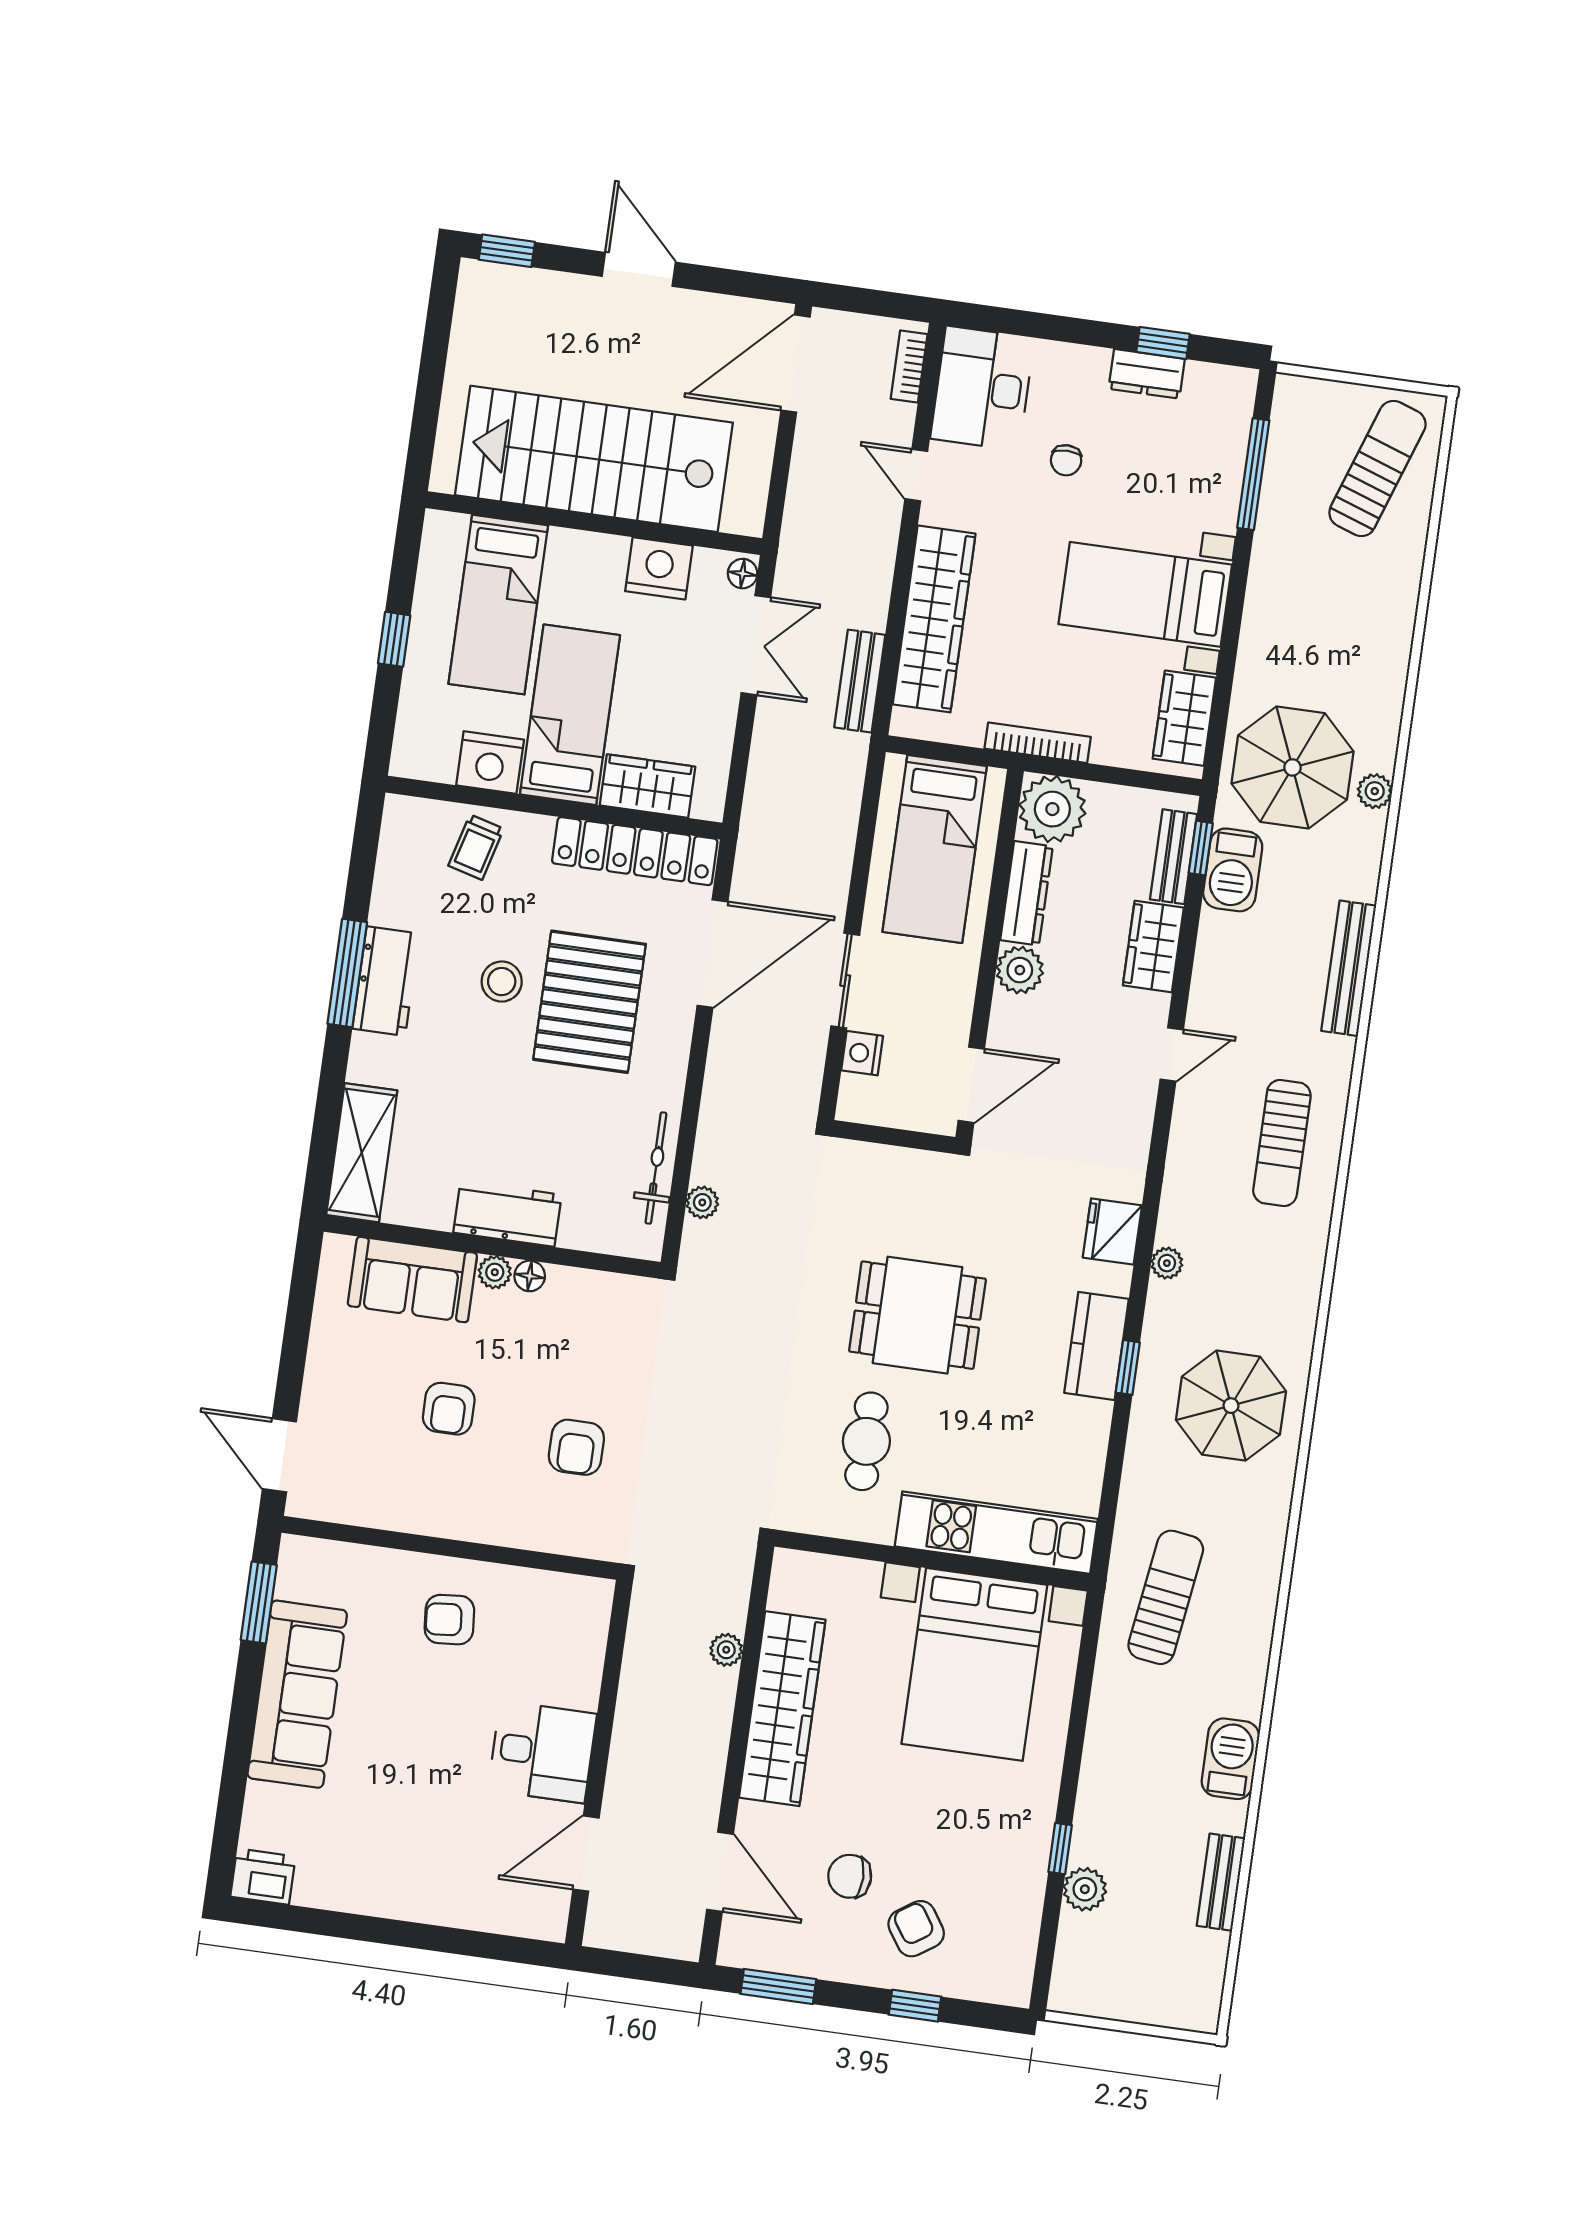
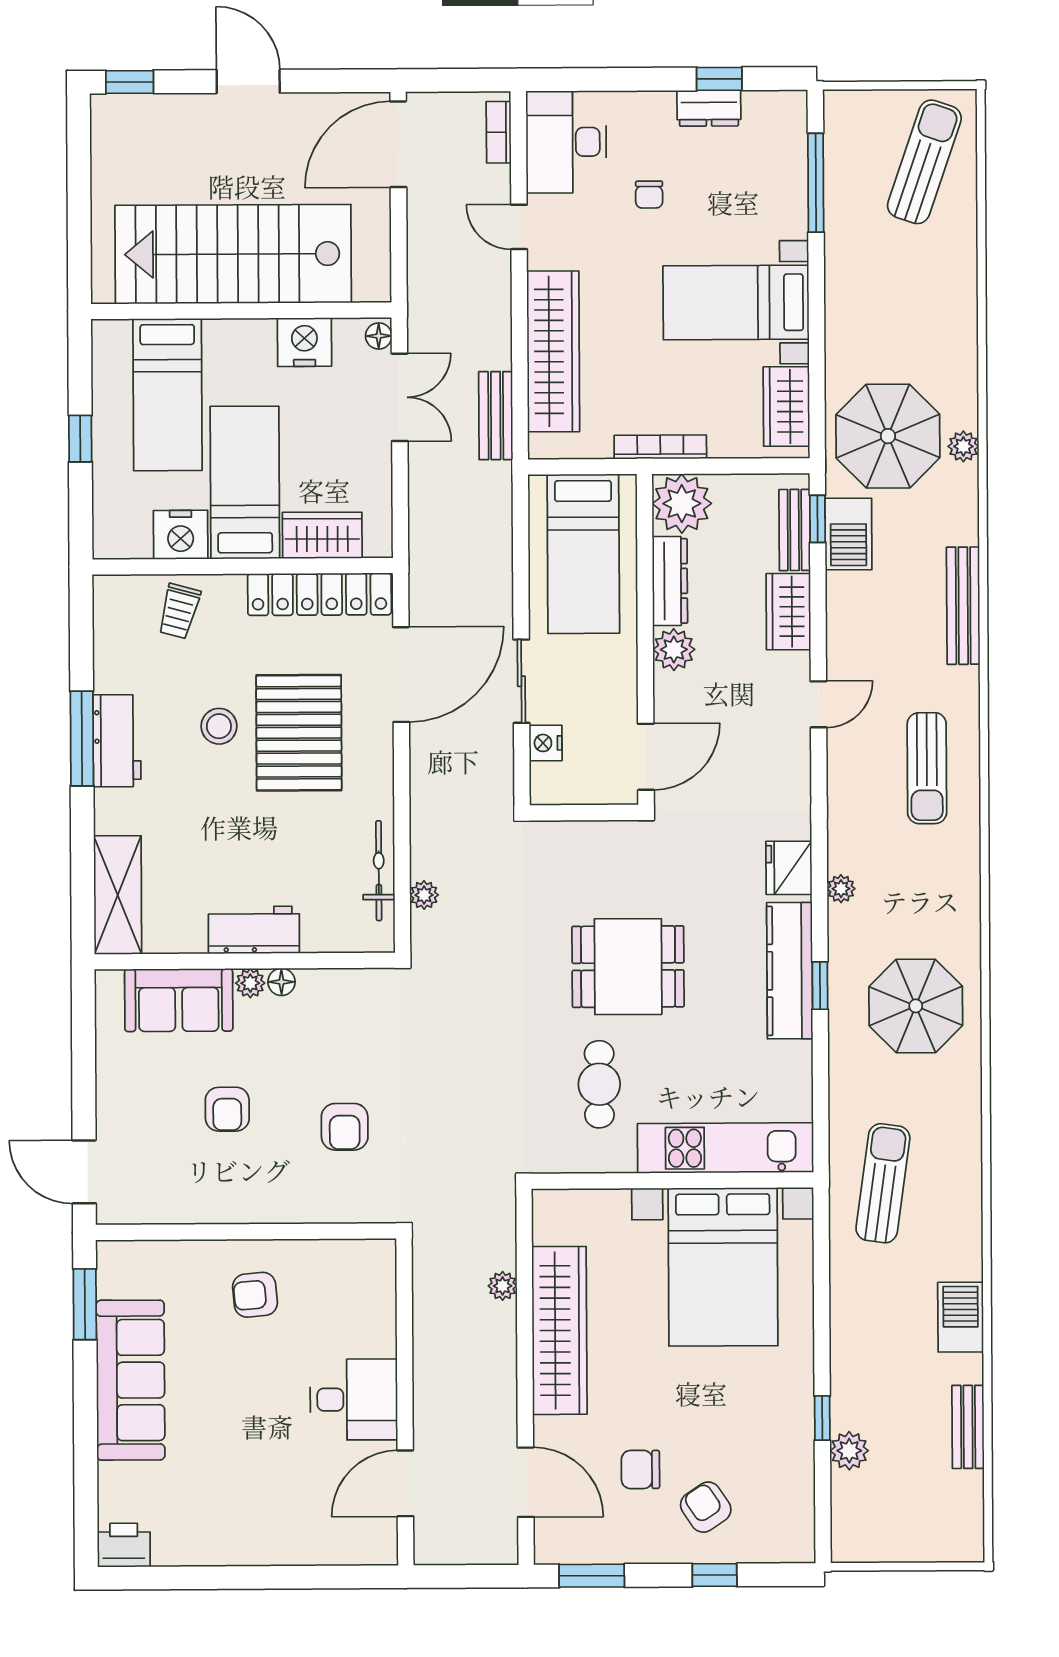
kitchen counter: (1097, 1346) -> (790, 971), width x1.50

